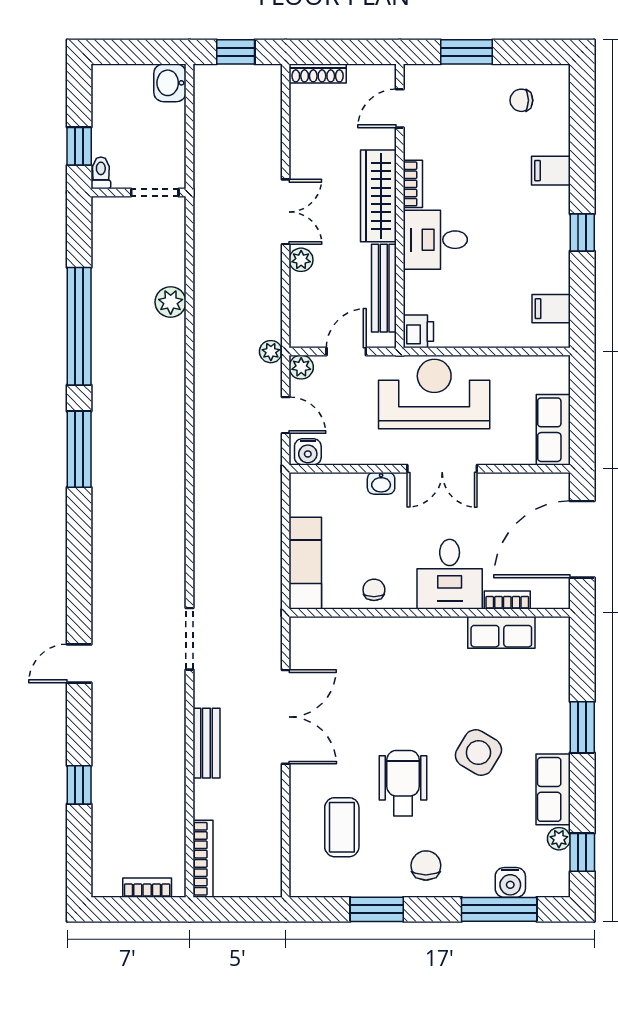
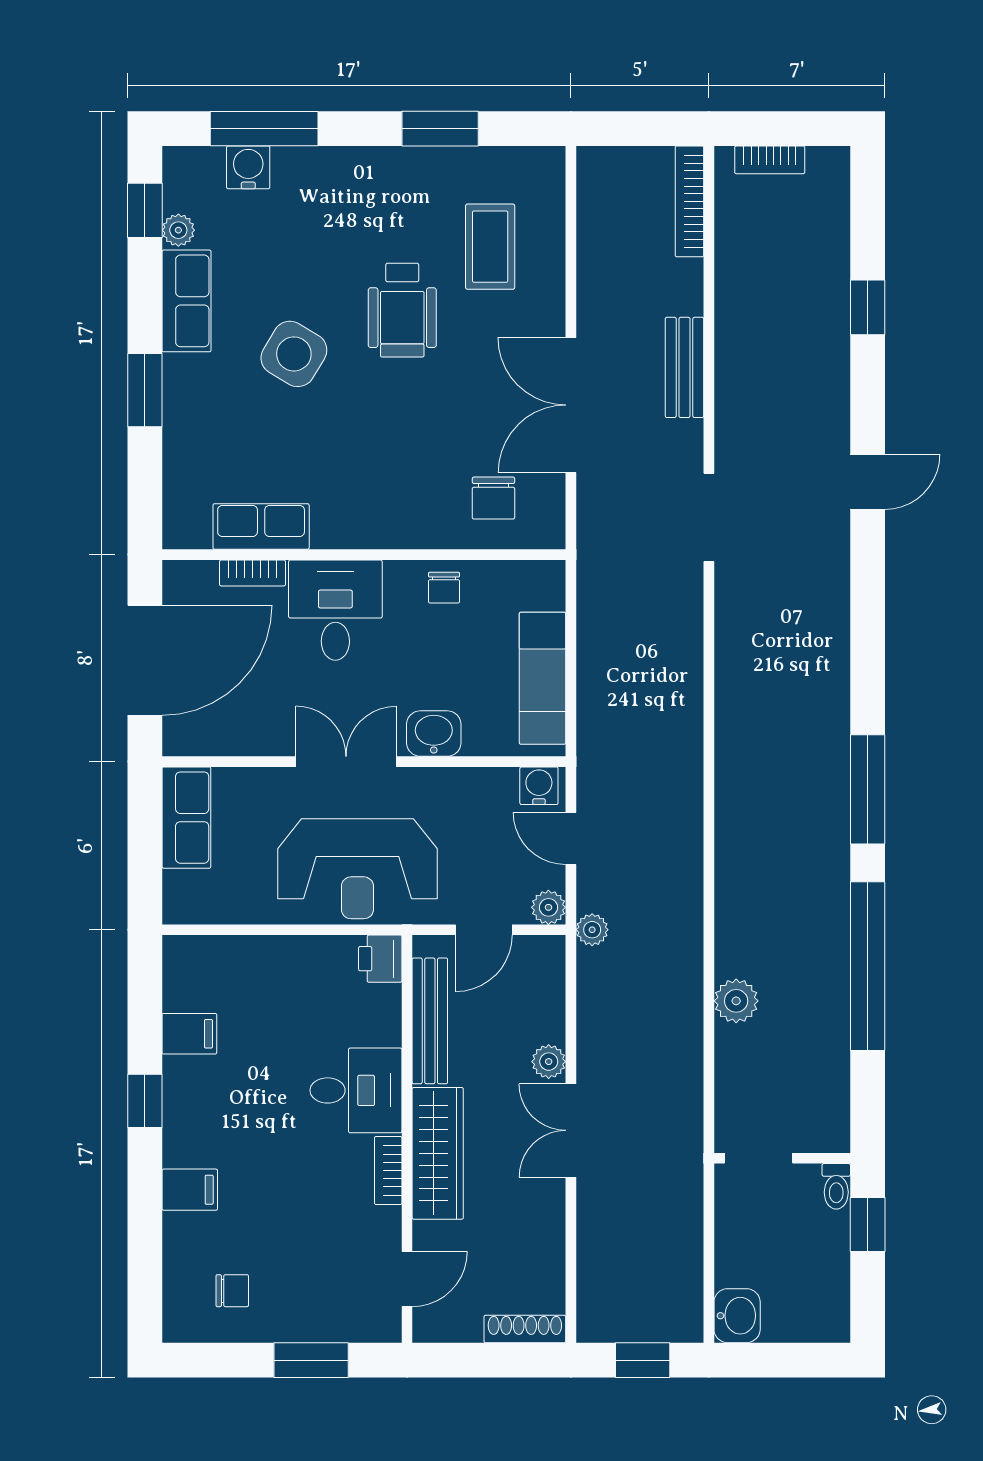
filing cabinet: (551, 309) -> (189, 1034), moved
washbasin: (381, 483) -> (434, 734), width x1.38, depth x1.45
exam couch: (305, 563) -> (543, 678), moved
chair: (426, 865) -> (493, 498), moved

